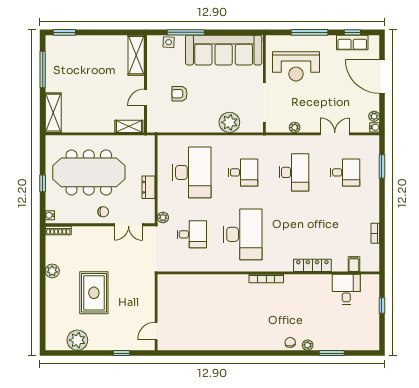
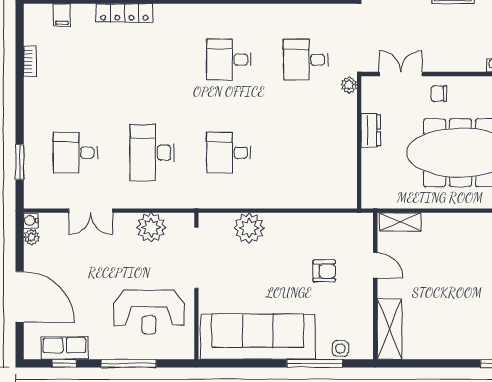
reception desk: (296, 66) -> (149, 312), turned 180
door: (145, 97) -> (375, 265), hinge flipped
plant: (295, 127) -> (151, 227), width x1.88, depth x1.88
desk: (192, 172) -> (306, 153), removed
desk: (243, 234) -> (229, 60), width x0.53, depth x0.77

